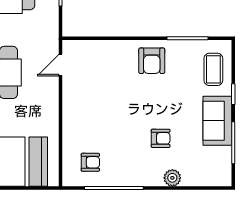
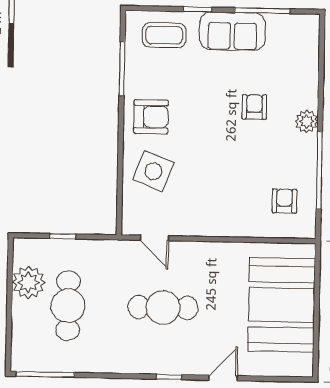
side table: (111, 63) -> (153, 171), added
plant: (172, 178) -> (307, 121), moved

